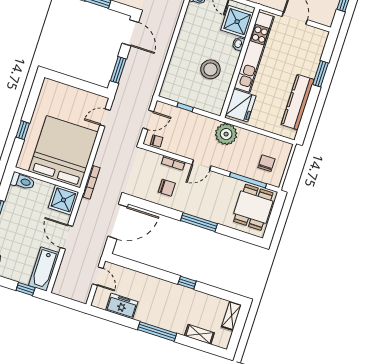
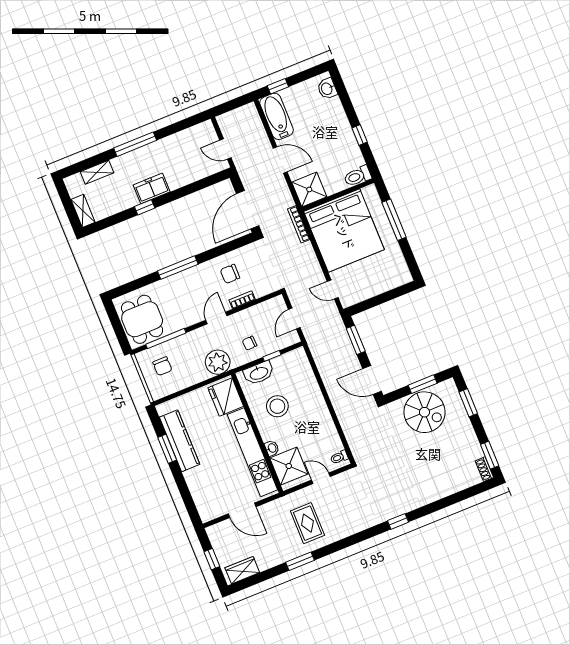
window: (320, 74) -> (167, 449), moved
washbasin: (204, 103) -> (259, 373), added
door: (105, 118) -> (333, 289), swing flipped
window: (23, 130) -> (394, 220), width x2.17
chair: (157, 141) -> (250, 343), moved
freezer: (122, 306) -> (152, 188), moved, turned 180

